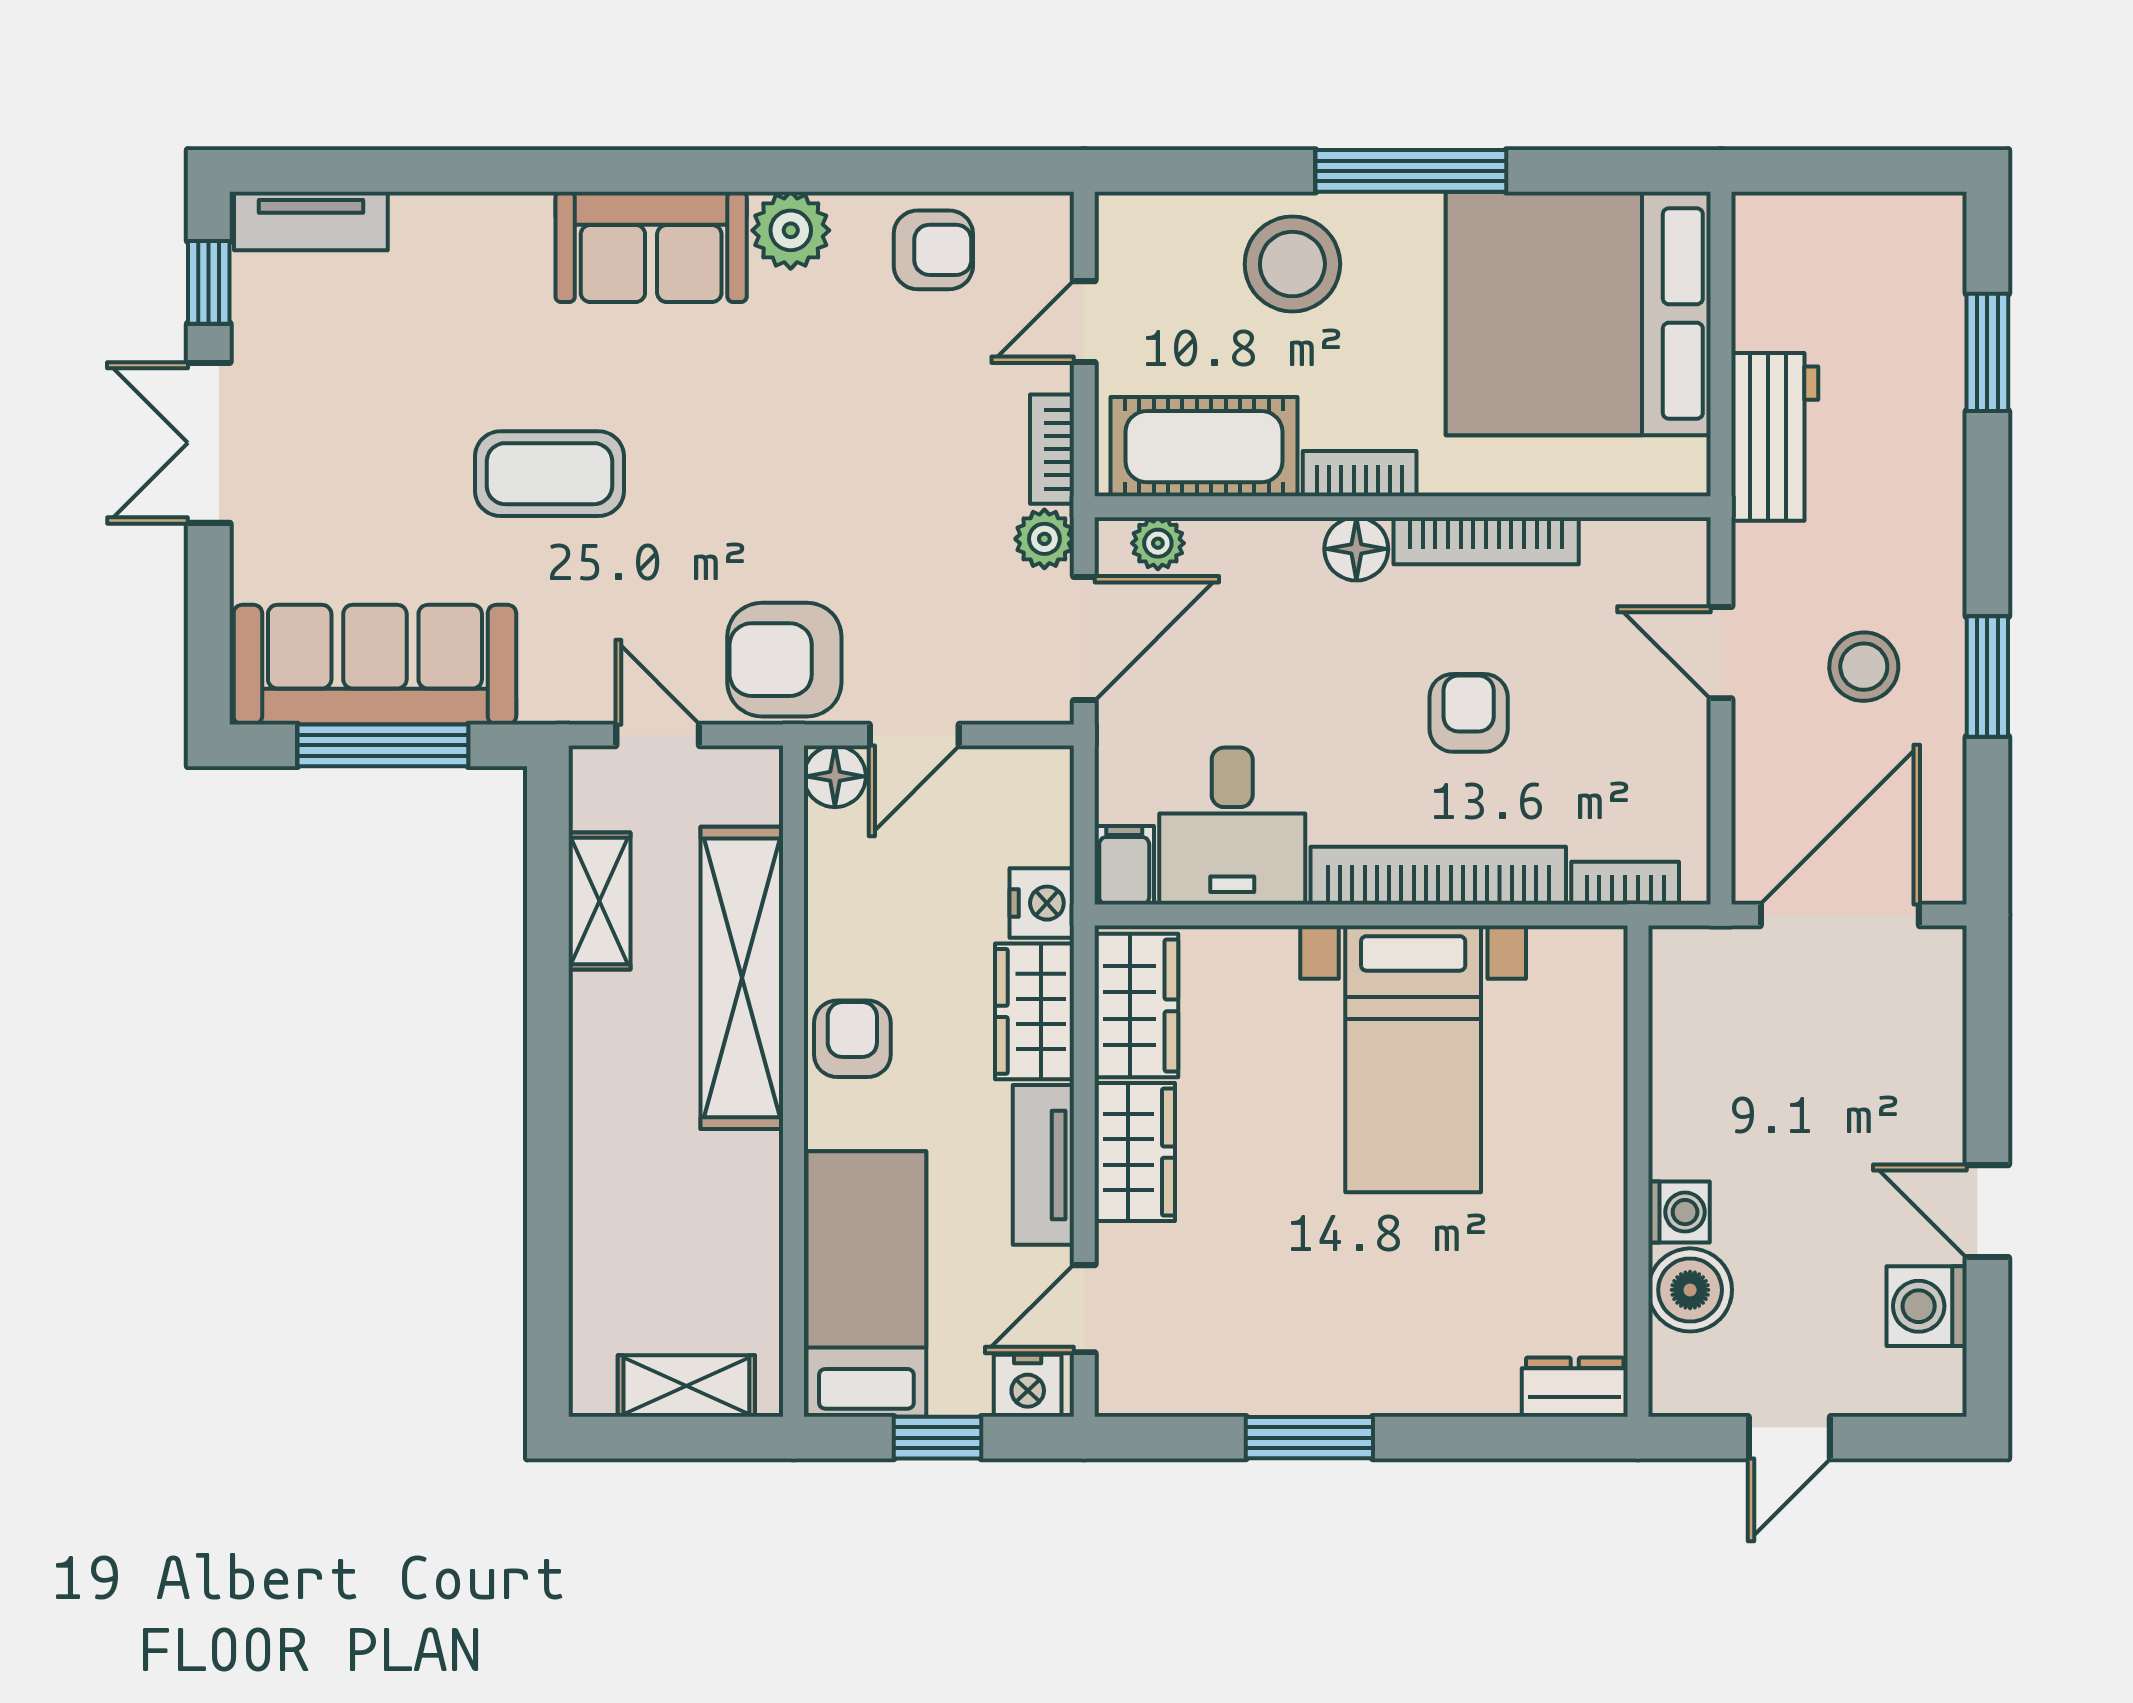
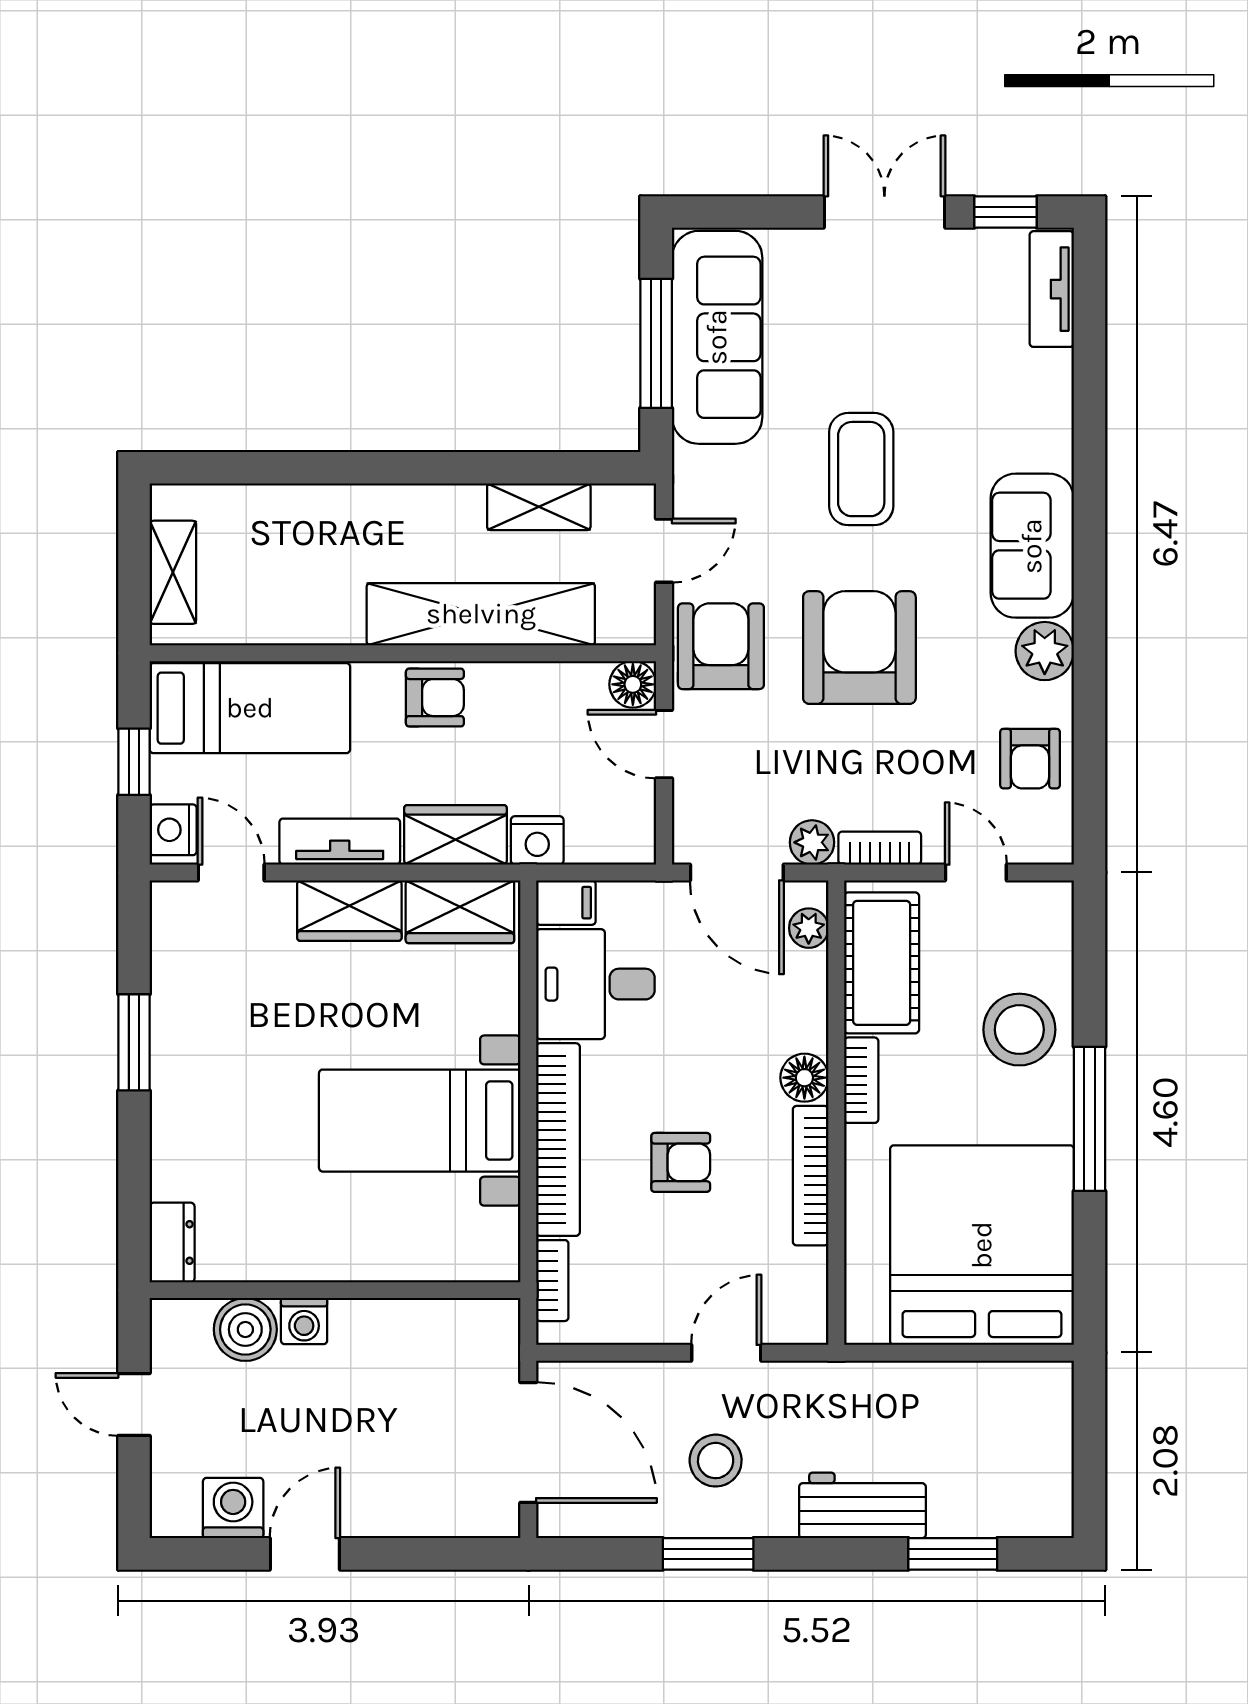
workbench: (1775, 437) -> (862, 1505), moved, turned 180
armchair: (786, 476) -> (859, 648), added

